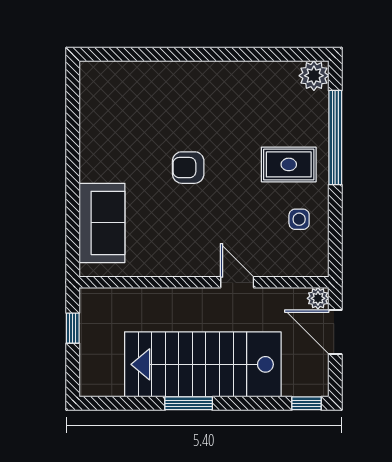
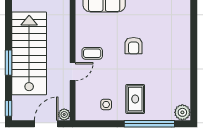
armchair: (188, 168) -> (134, 46), turned 180
coffee table: (203, 245) -> (92, 53), added
window: (189, 403) -> (8, 63), moved

